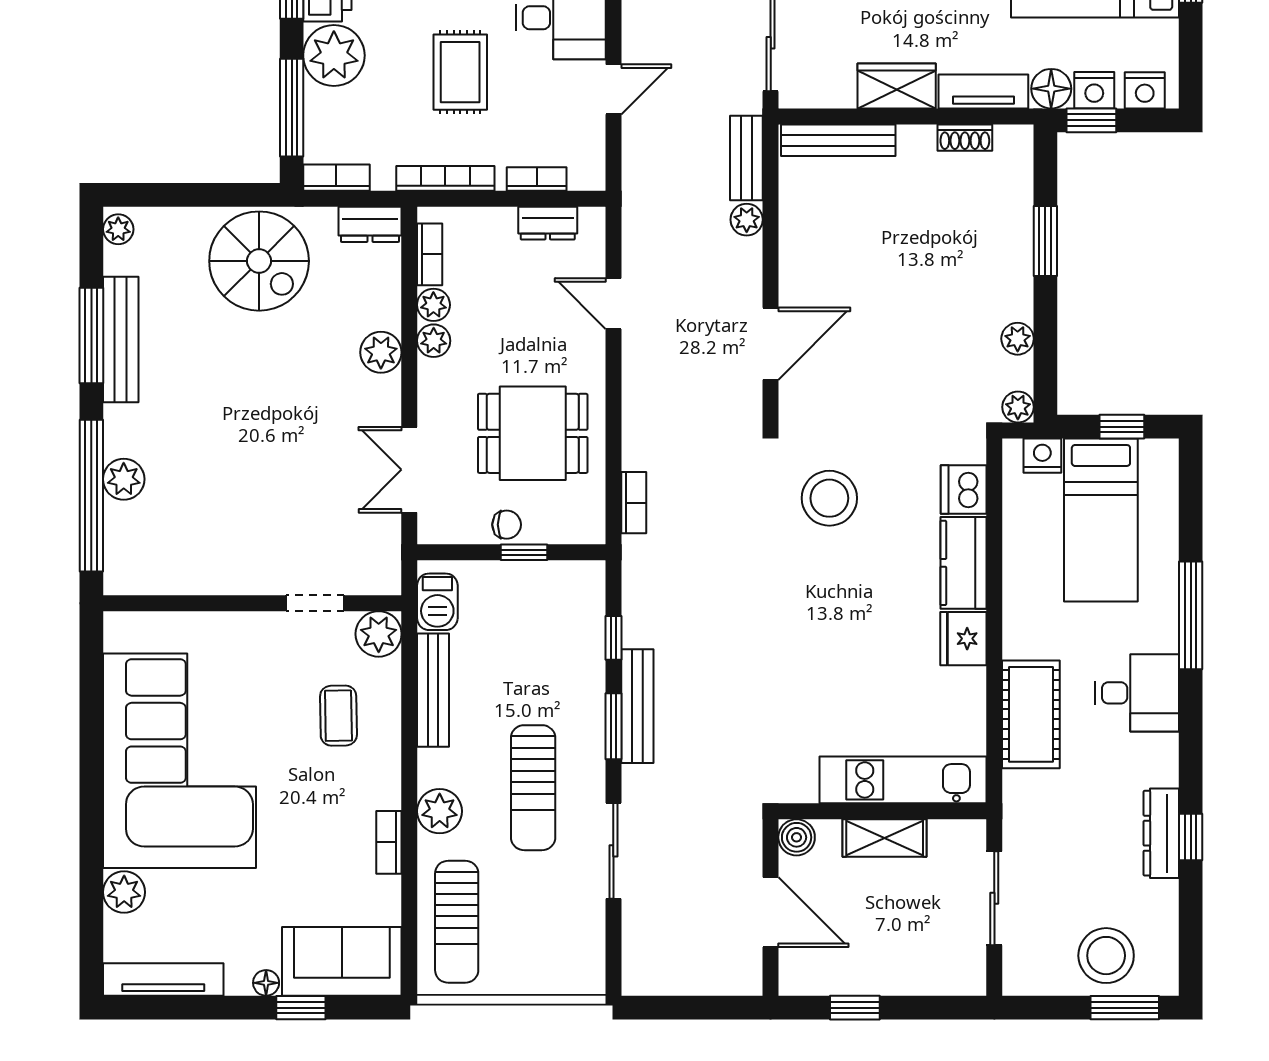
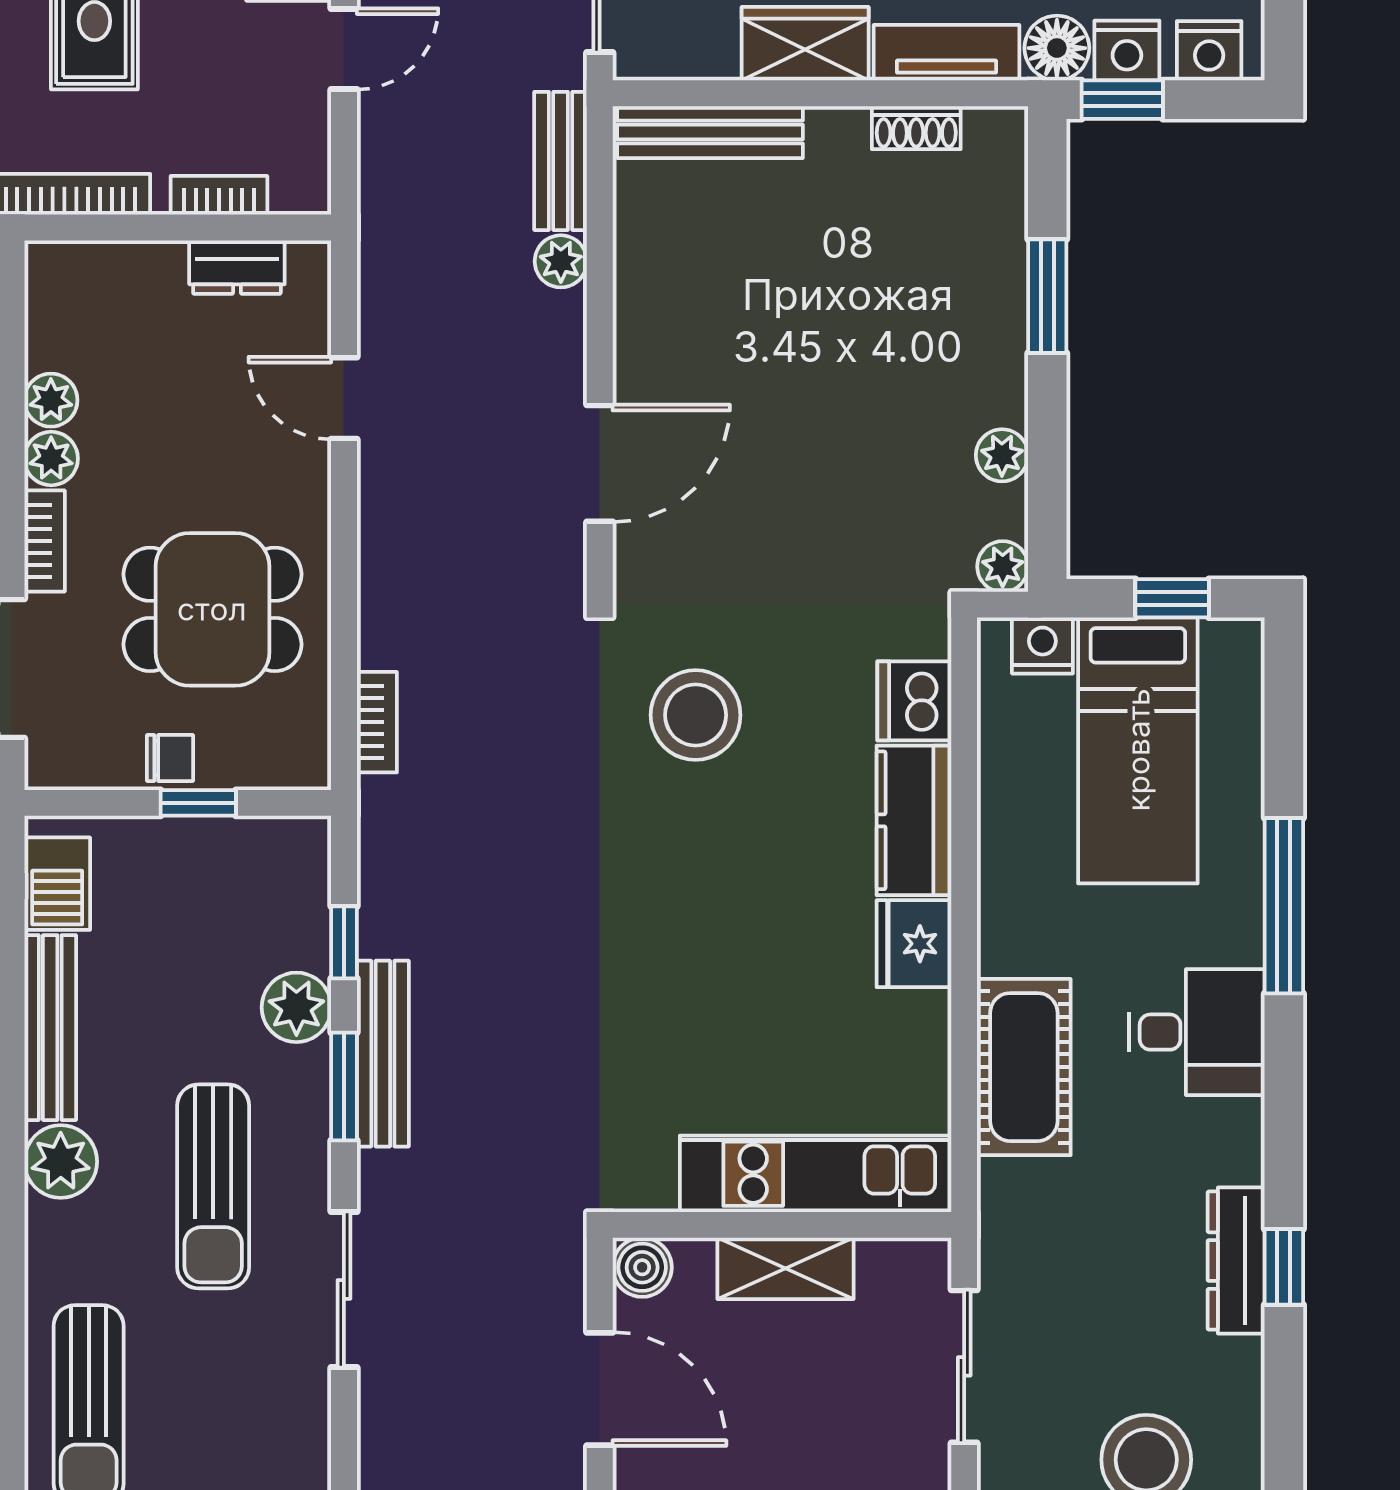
bookcase: (430, 254) -> (45, 541), moved
plant: (584, 678) -> (296, 1007), added
plant: (440, 811) -> (61, 1162), moved

